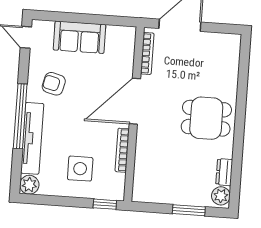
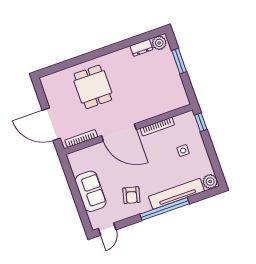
dining table: (206, 118) -> (93, 87), moved
side table: (80, 169) -> (183, 151), width x0.54, depth x0.54

